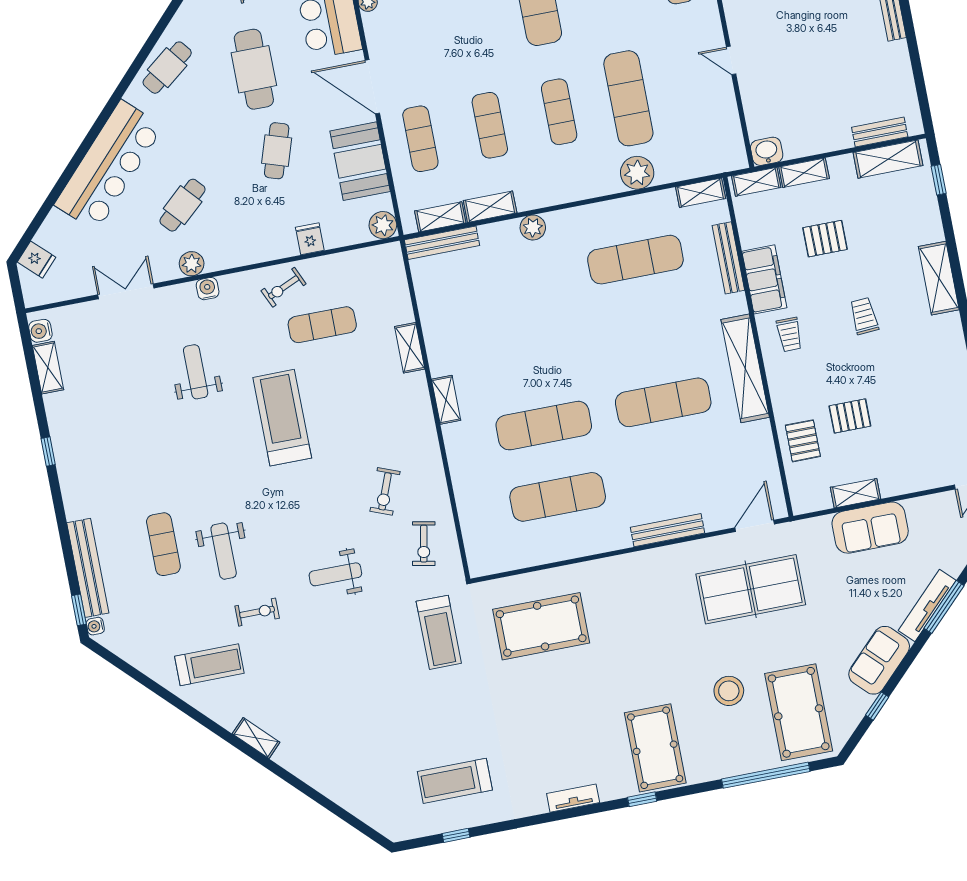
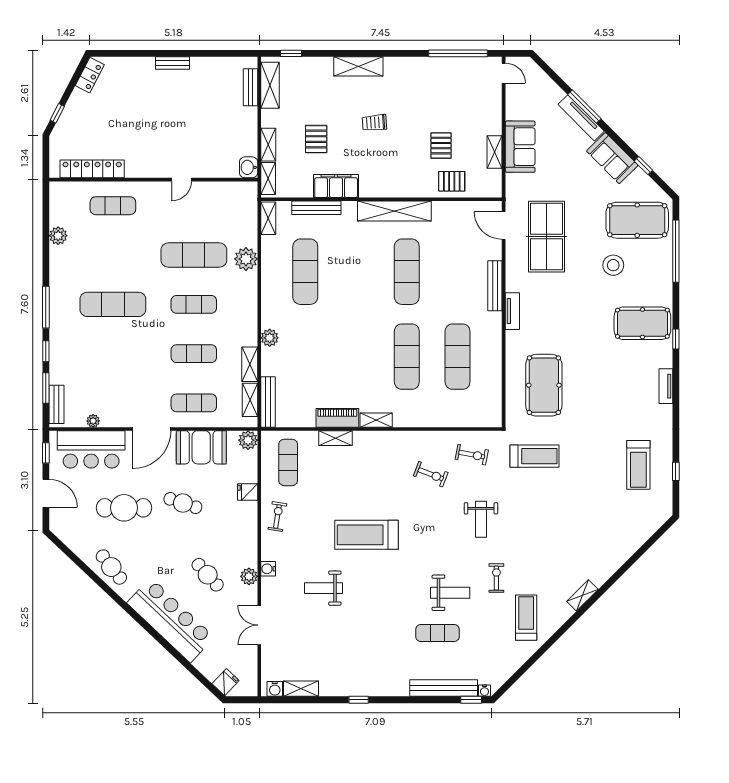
exercise bike: (284, 287) -> (277, 516), turned -147
exercise mat: (322, 325) -> (288, 462), moved
trolley: (789, 334) -> (377, 176), removed
piano: (439, 345) -> (337, 418), added
tv unit: (637, 562) -> (512, 311), added

